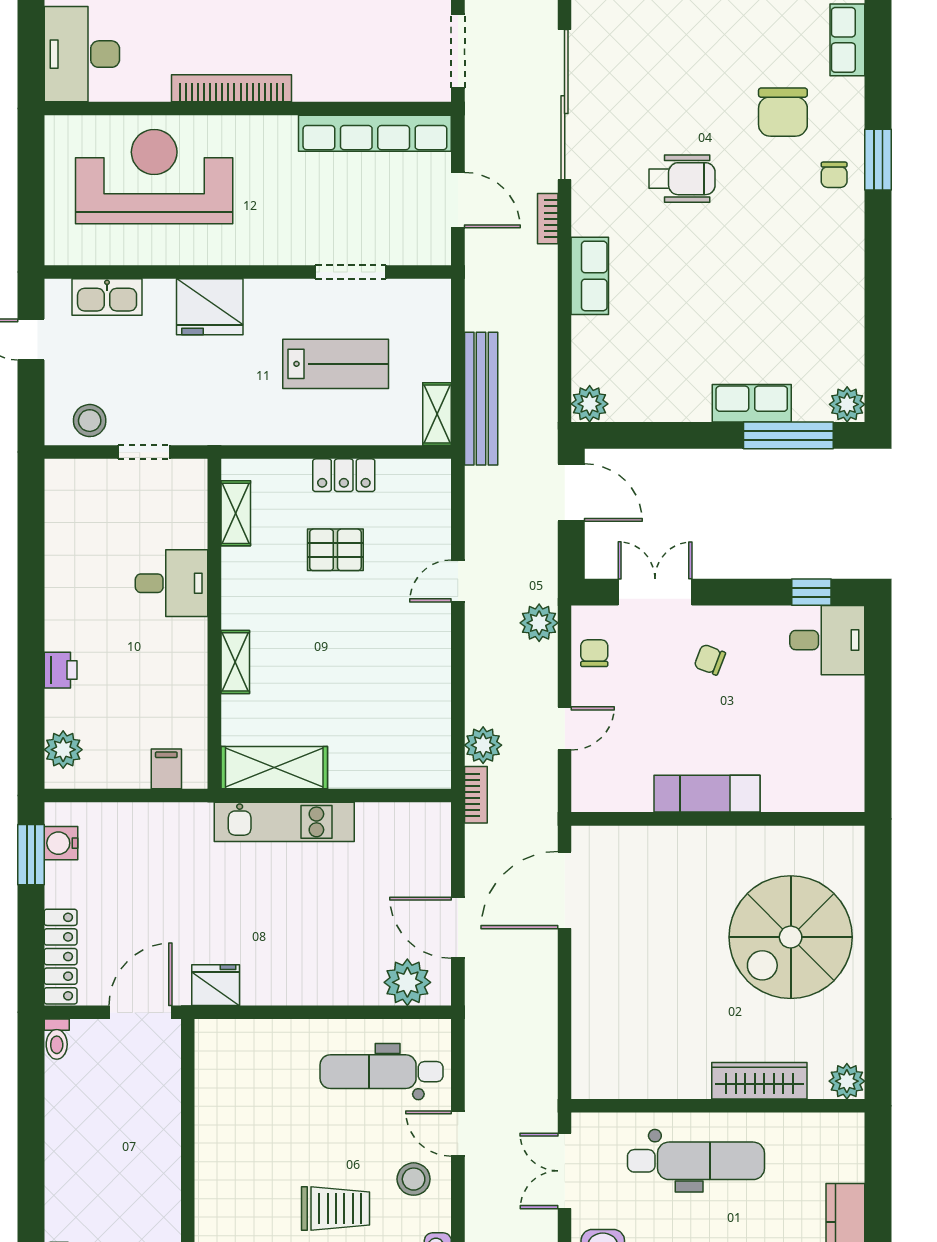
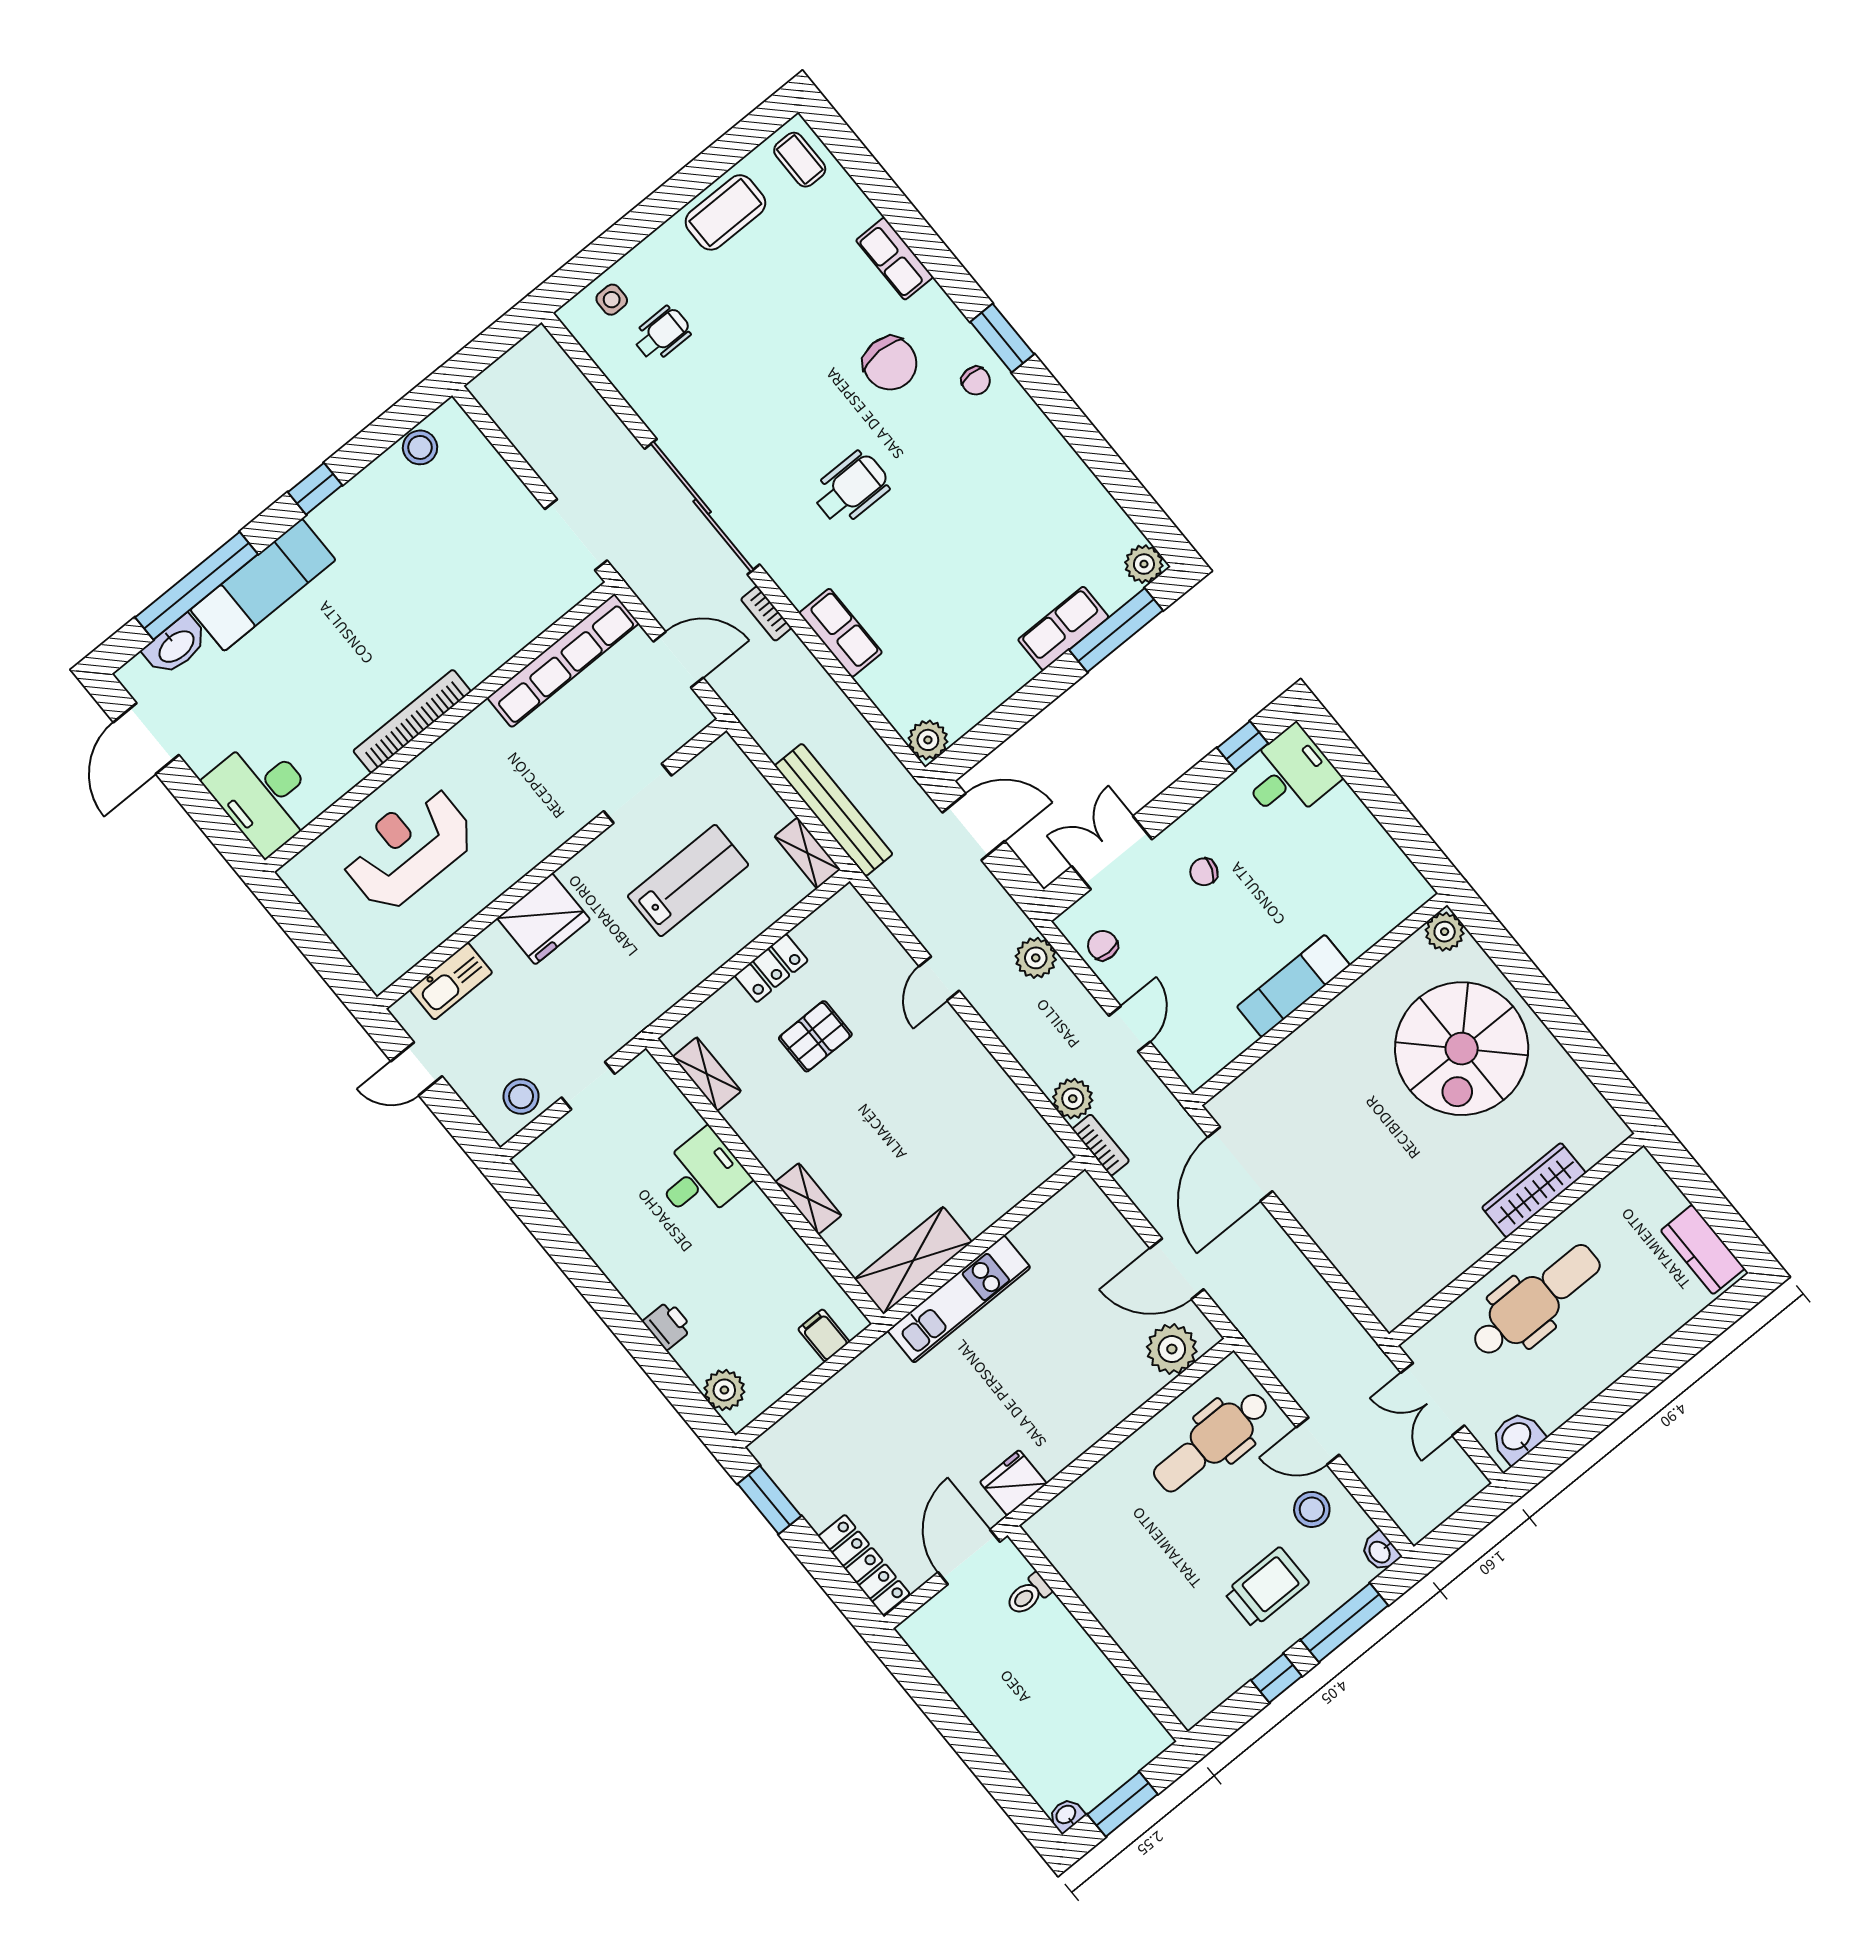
reception desk: (154, 177) -> (408, 848), width x0.74, depth x0.77
water cooler: (61, 843) -> (787, 1470), removed
toilet: (57, 1039) -> (1028, 1595), moved, turned 90
plant: (847, 1081) -> (1445, 932), moved

